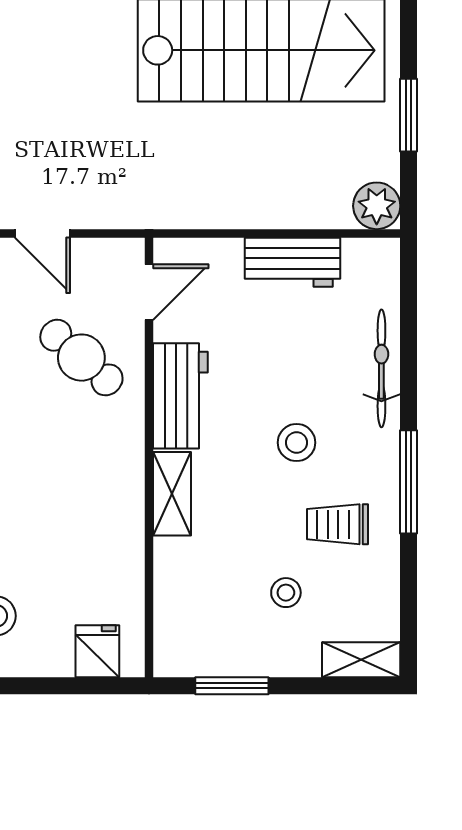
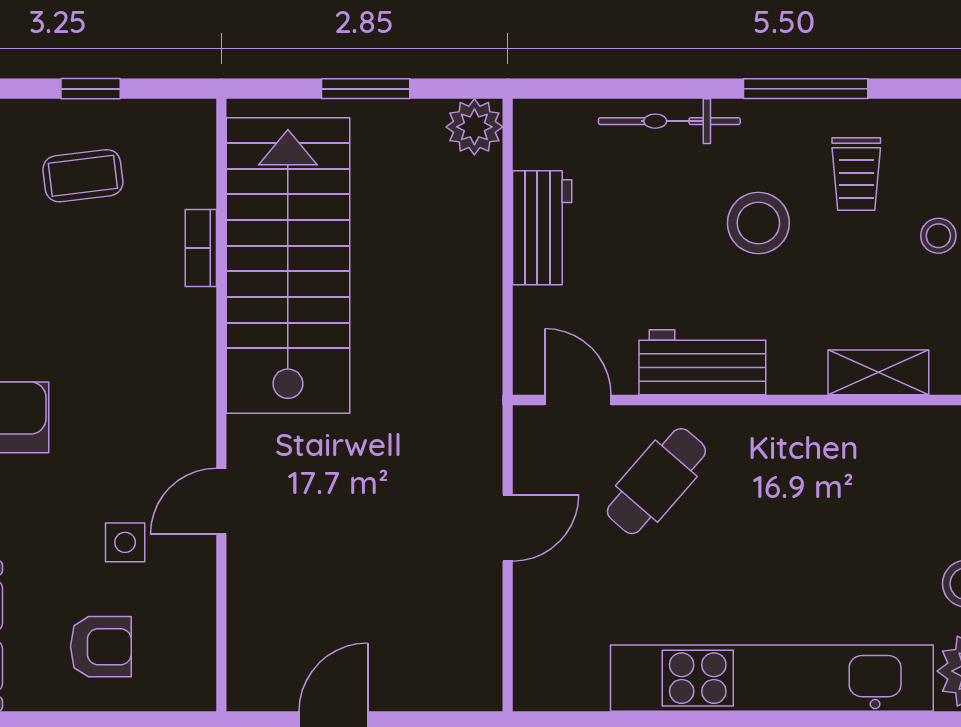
stool: (297, 443) -> (758, 223), width x1.38, depth x1.38
shelving: (172, 494) -> (878, 372), moved

